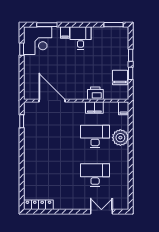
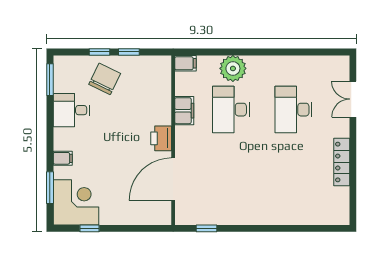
desk: (81, 38) -> (71, 110), moved
chair: (120, 78) -> (105, 79), moved, turned 116
printer: (95, 93) -> (161, 138), moved
locker: (38, 205) -> (342, 162), moved

